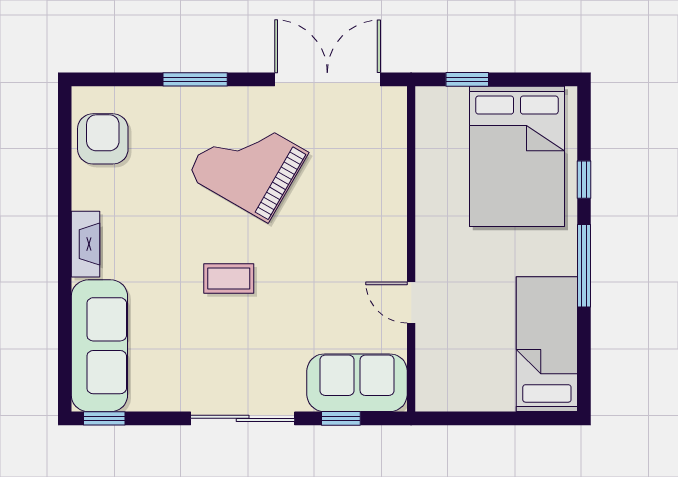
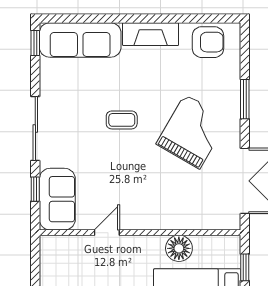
floor lamp: (437, 186) -> (179, 248), added
fireplace: (85, 244) -> (151, 34), width x1.37, depth x1.32
coffee table: (229, 279) -> (122, 120), turned 90

